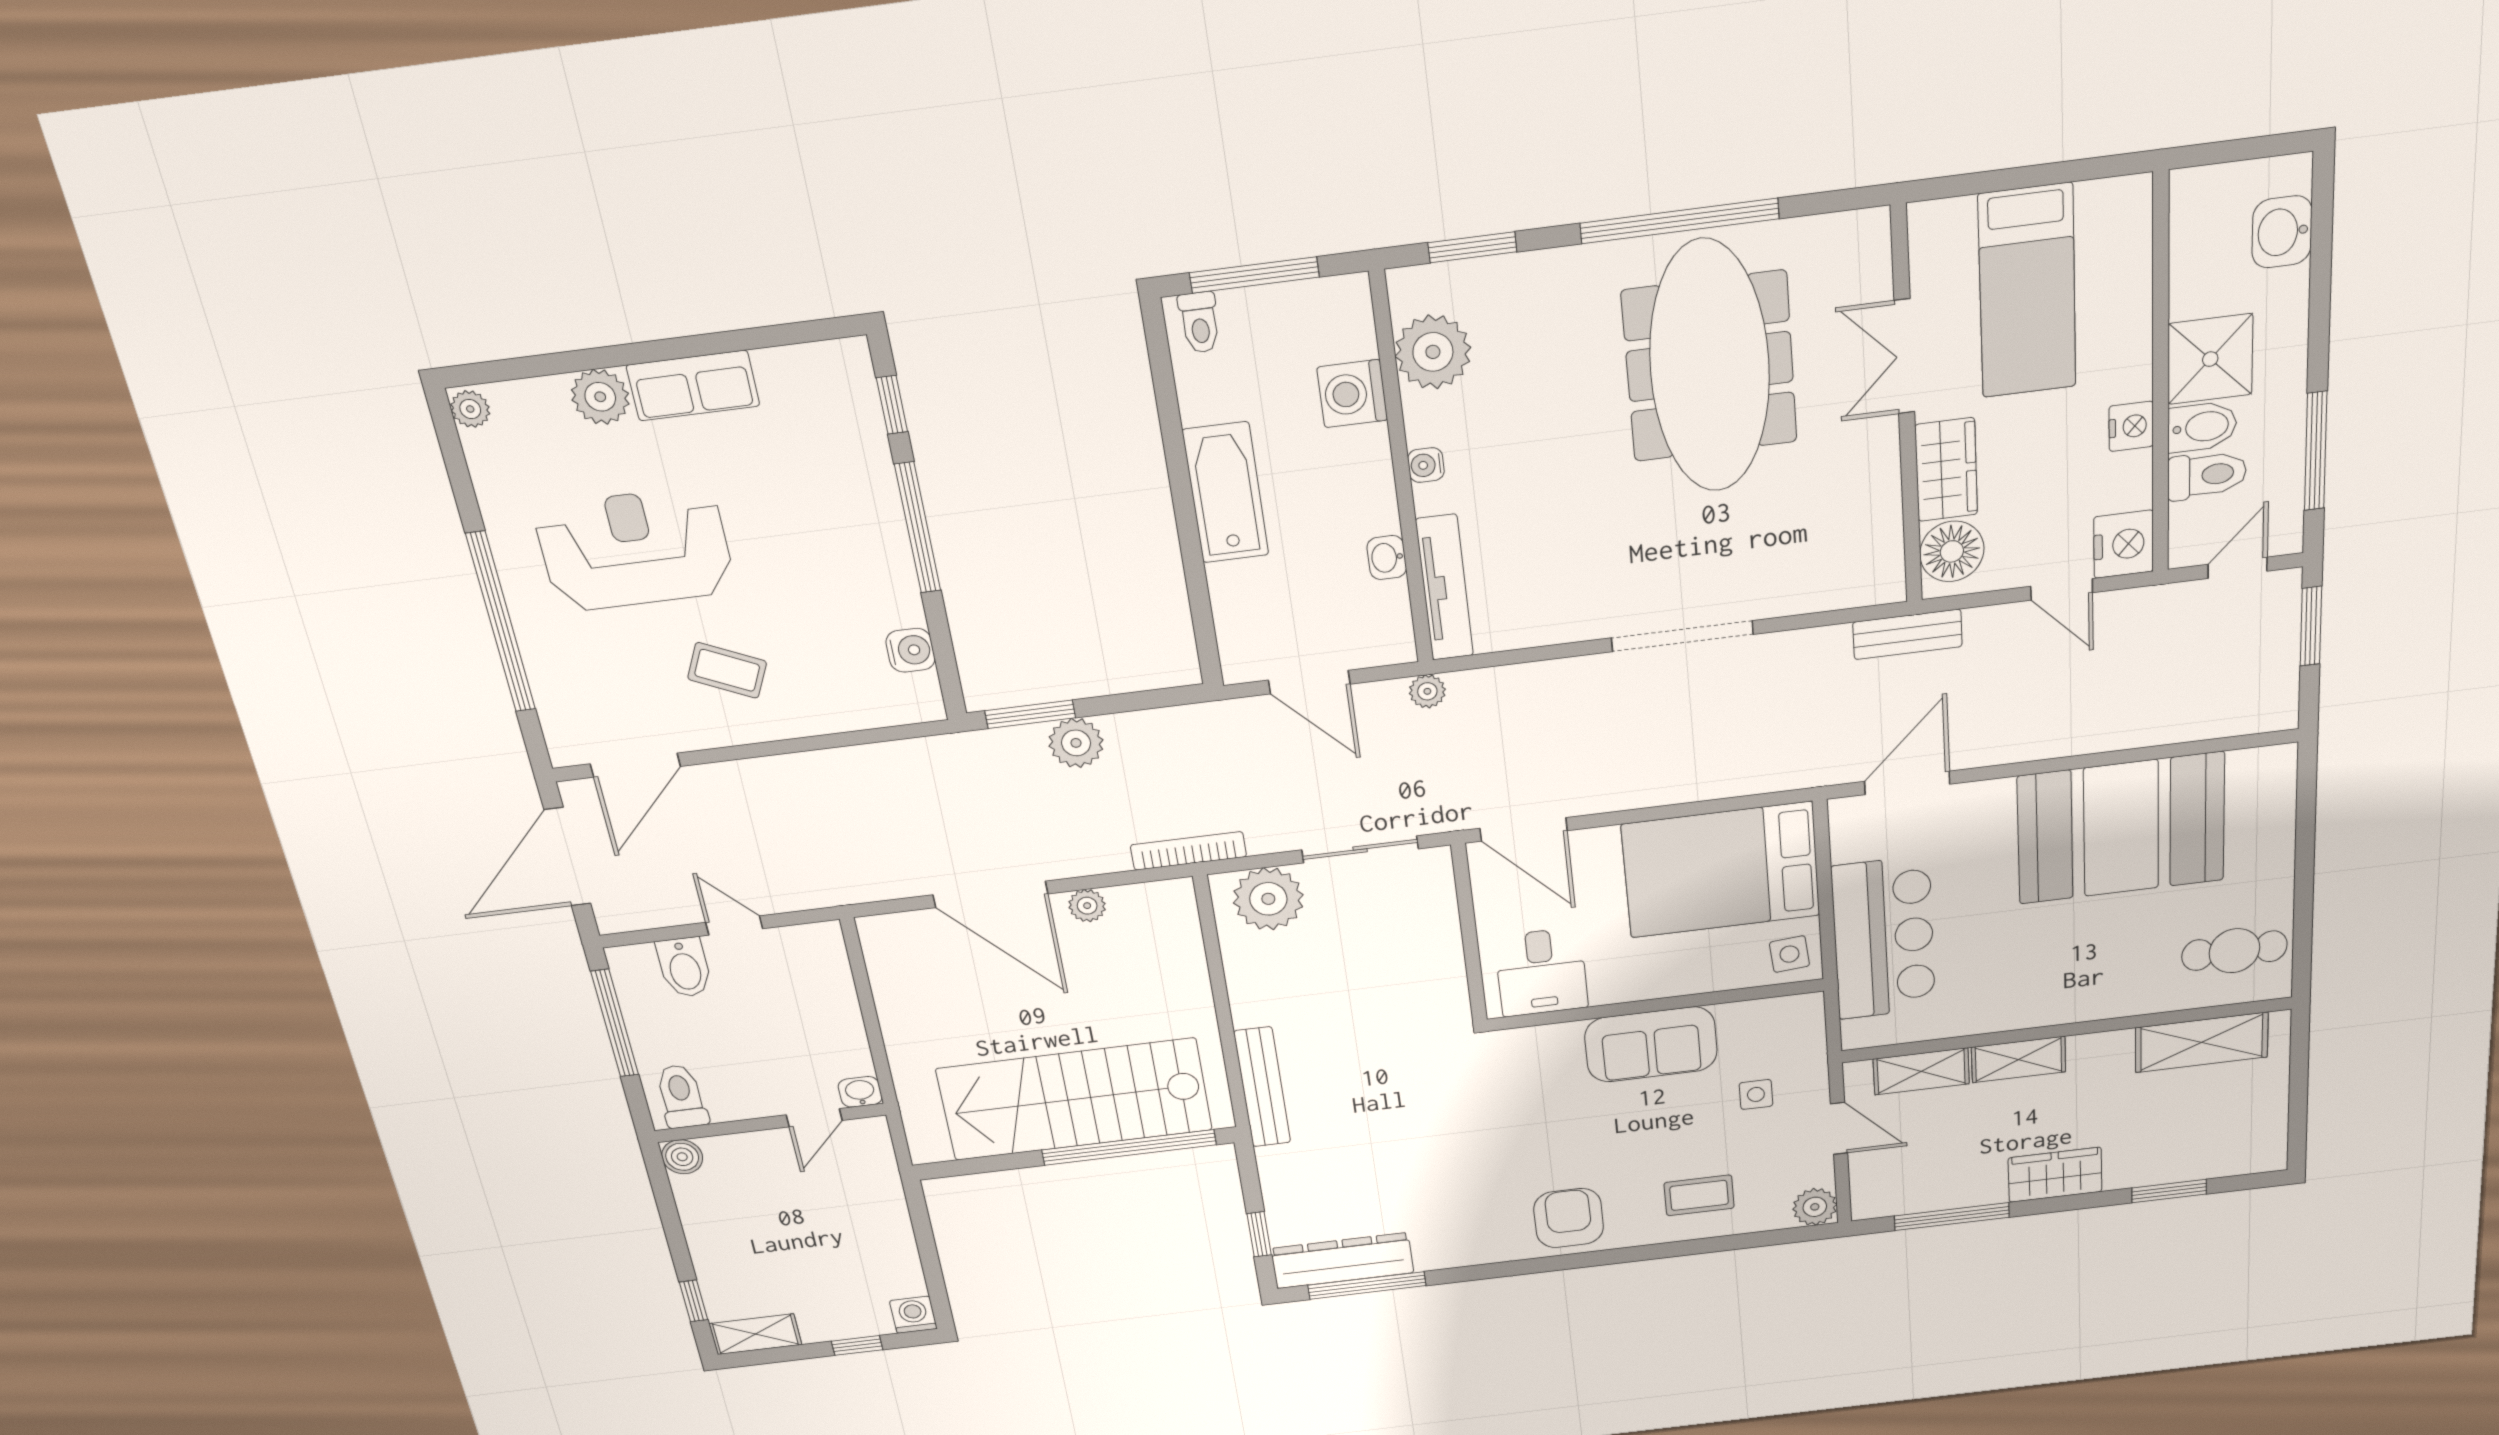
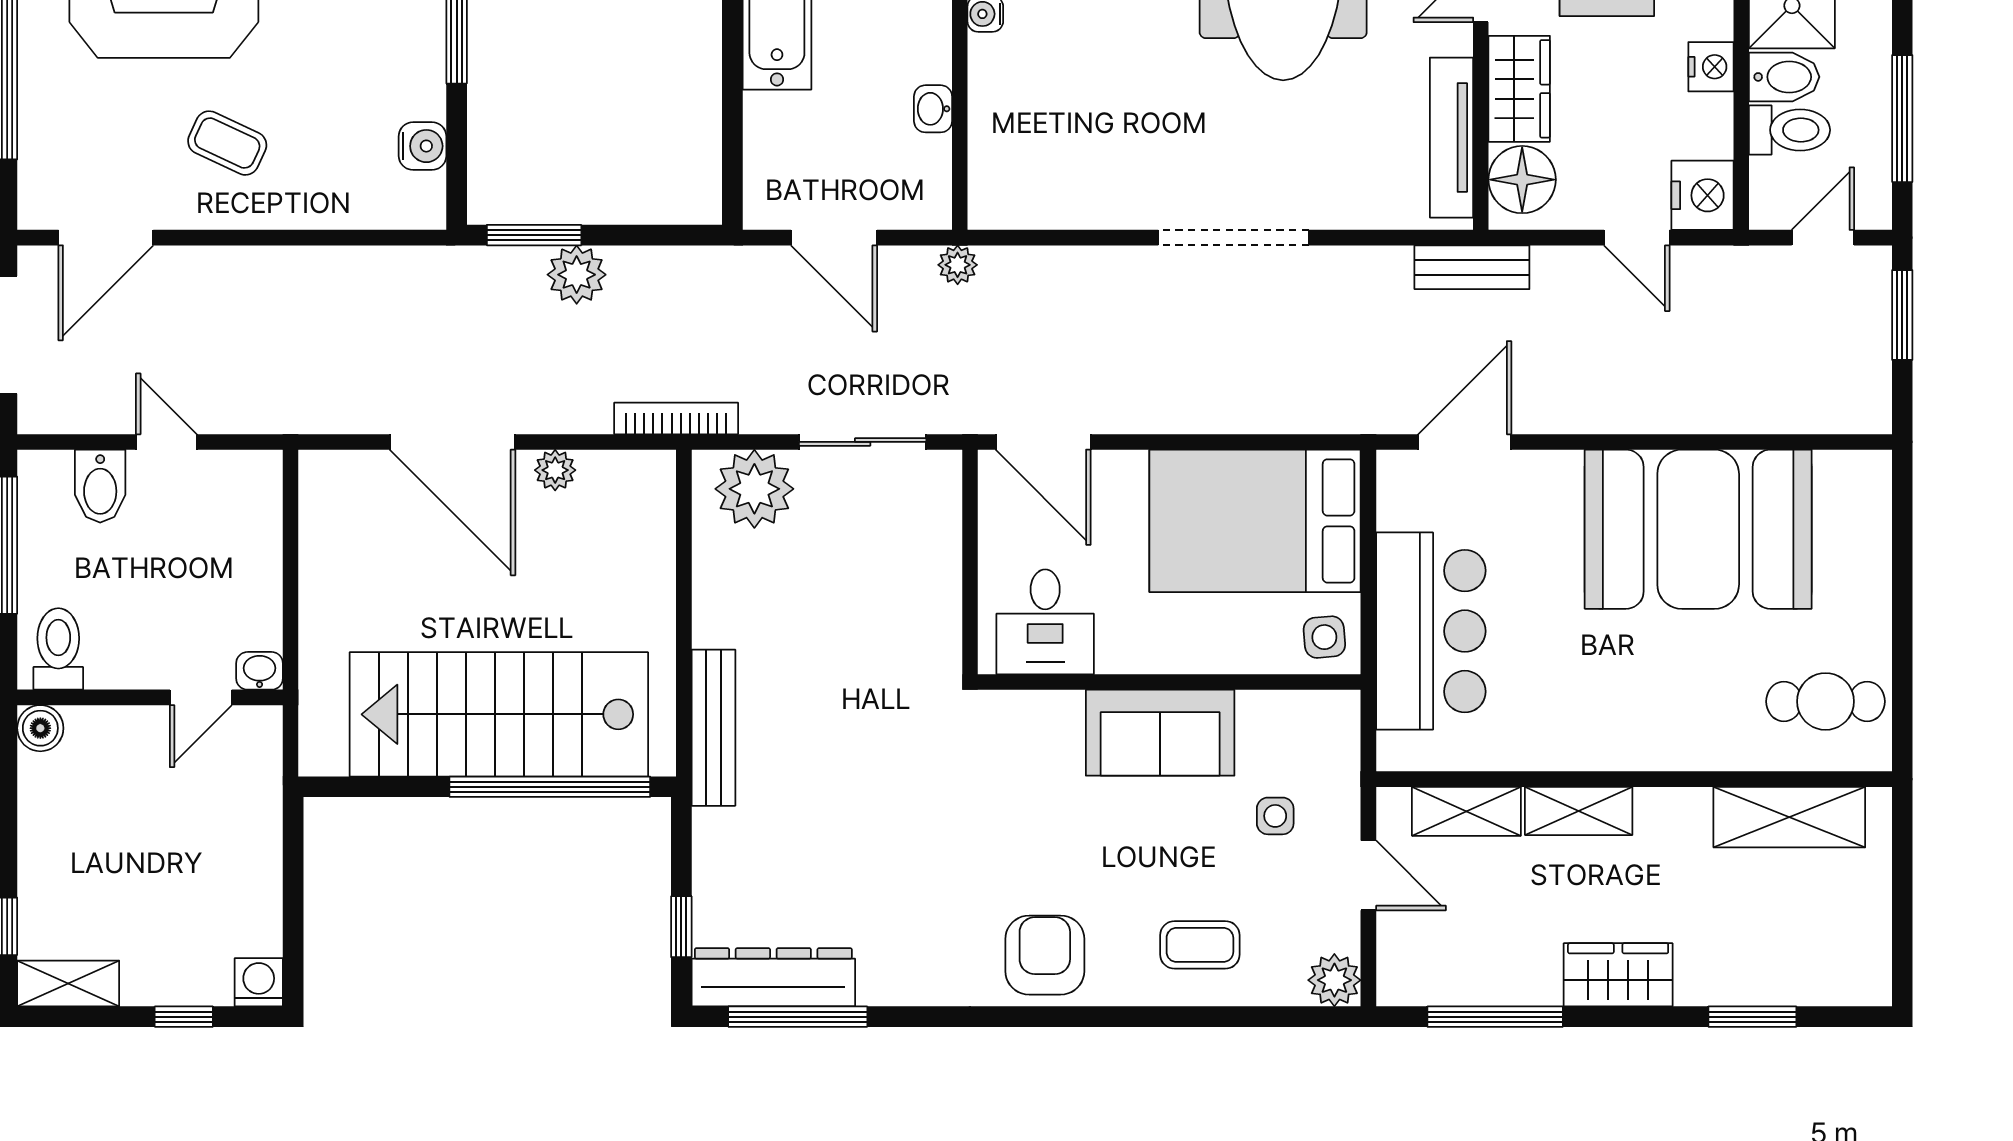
tv unit: (1445, 588) -> (1451, 138), moved, turned 180

